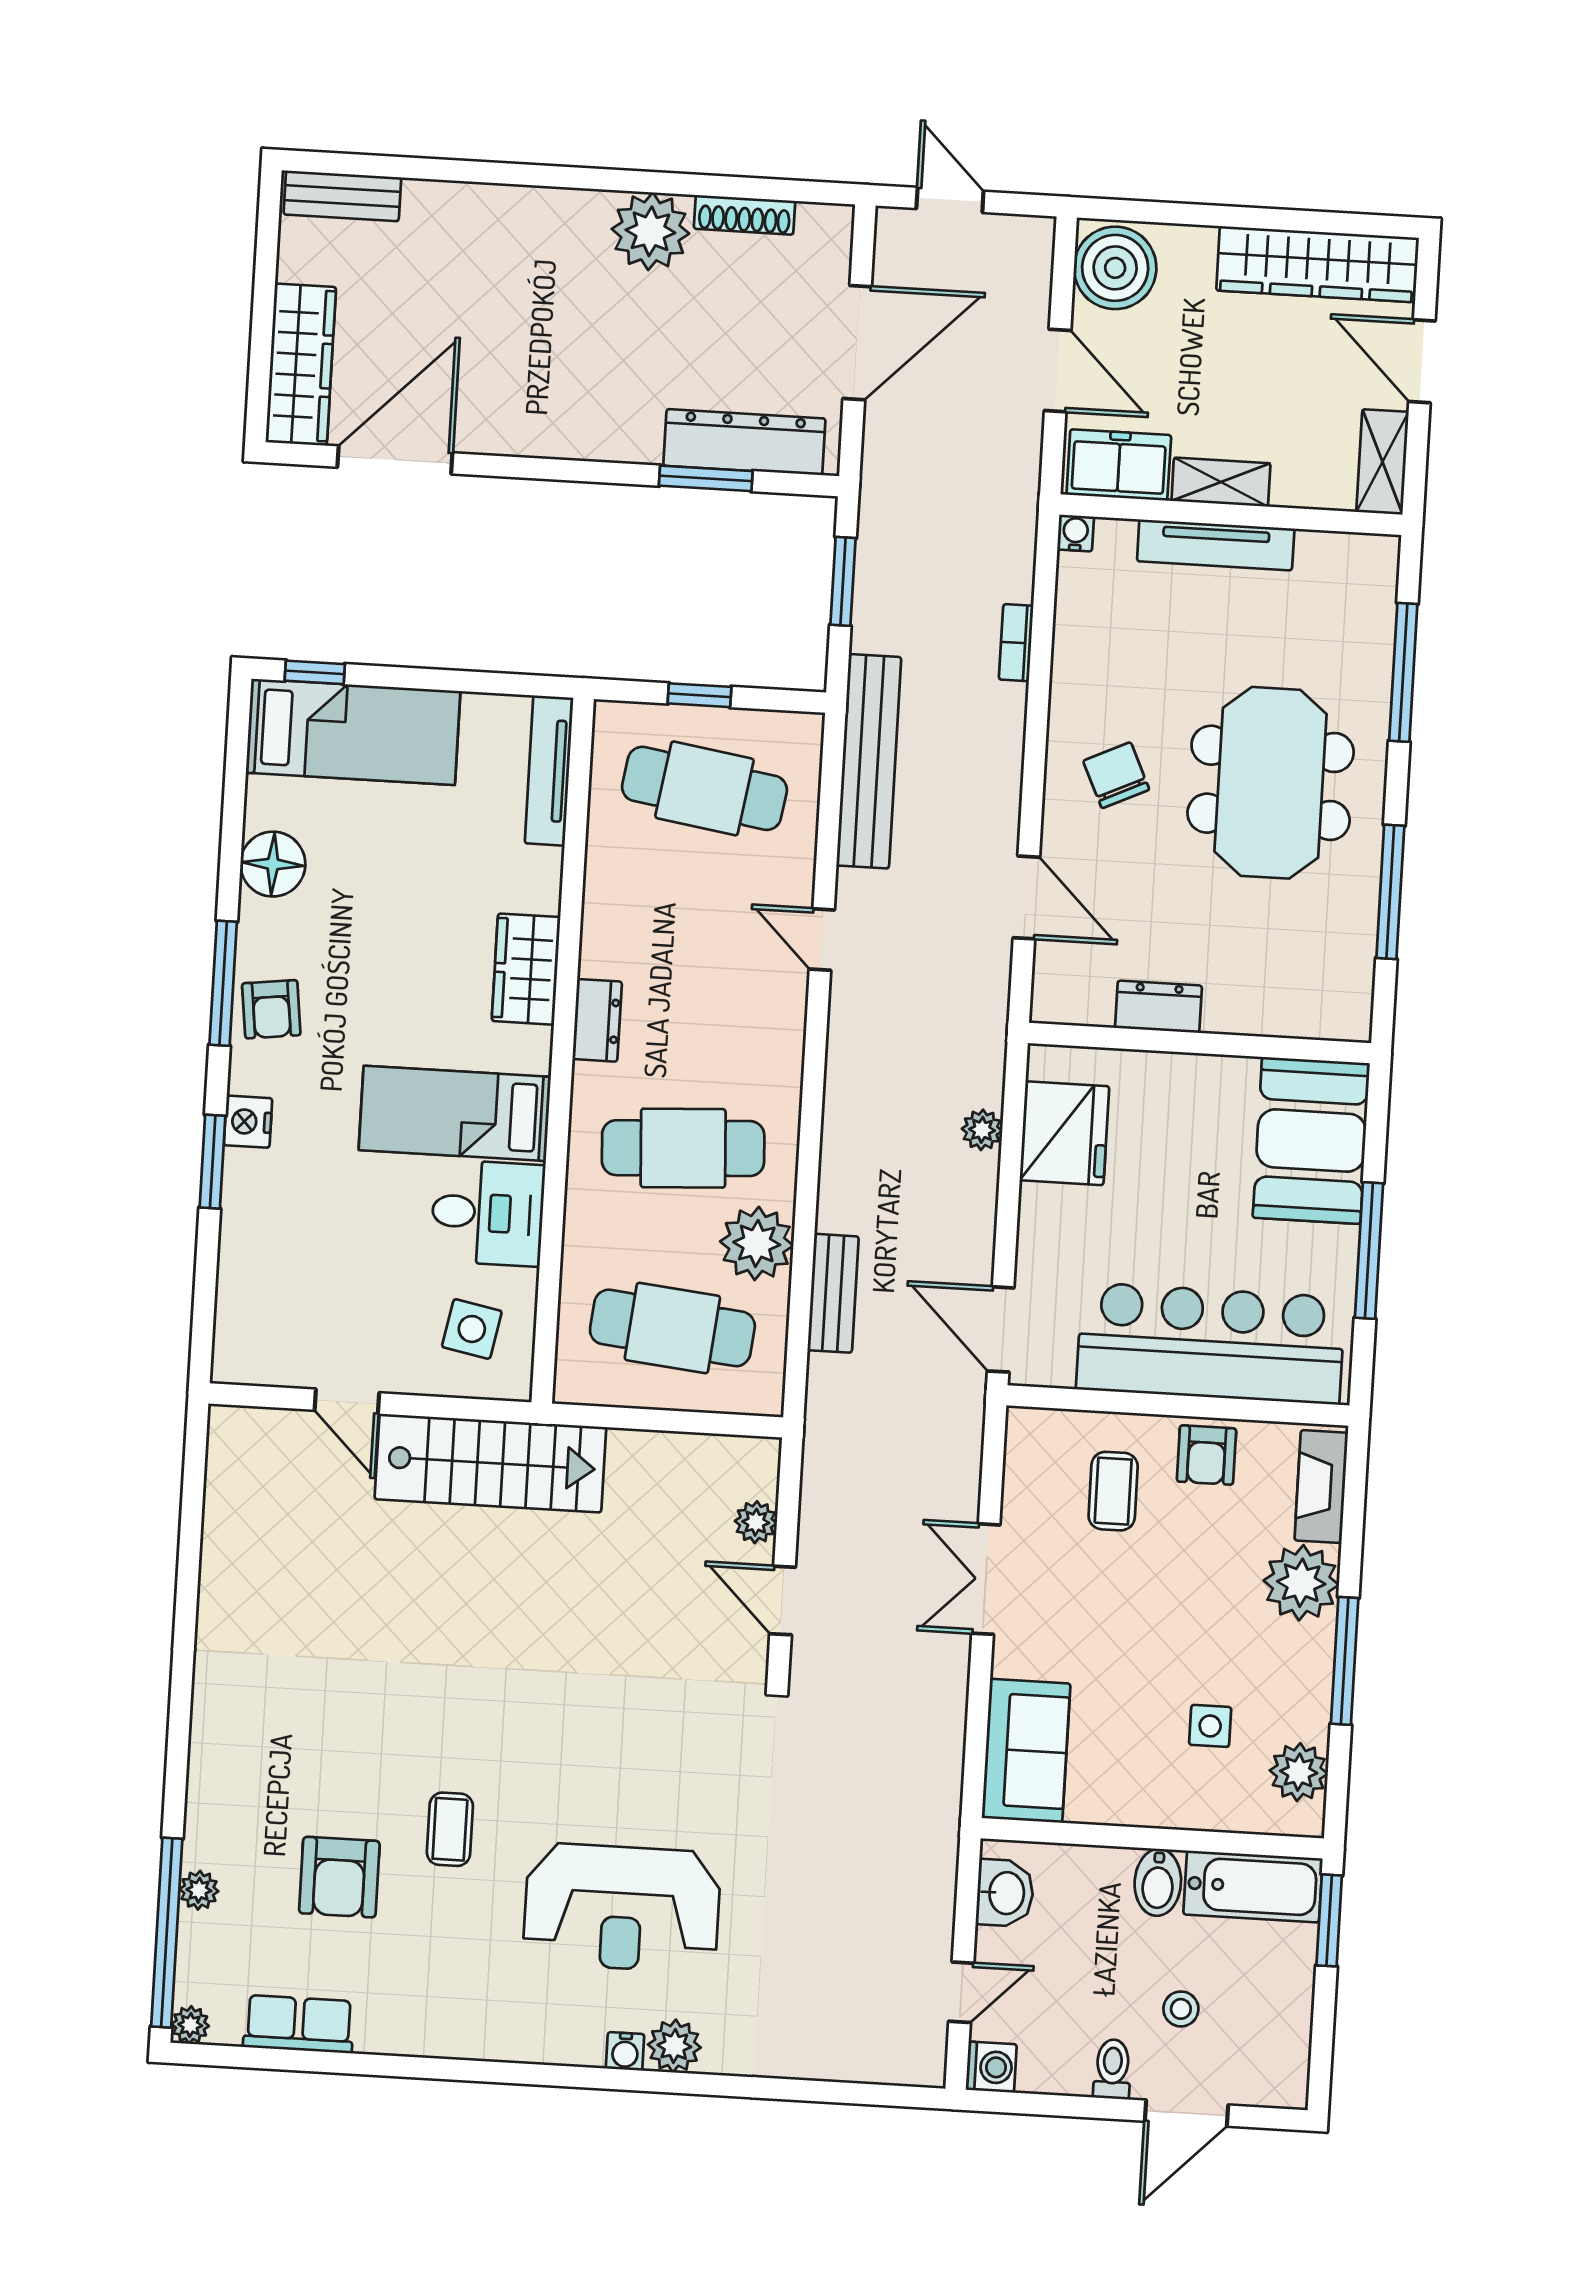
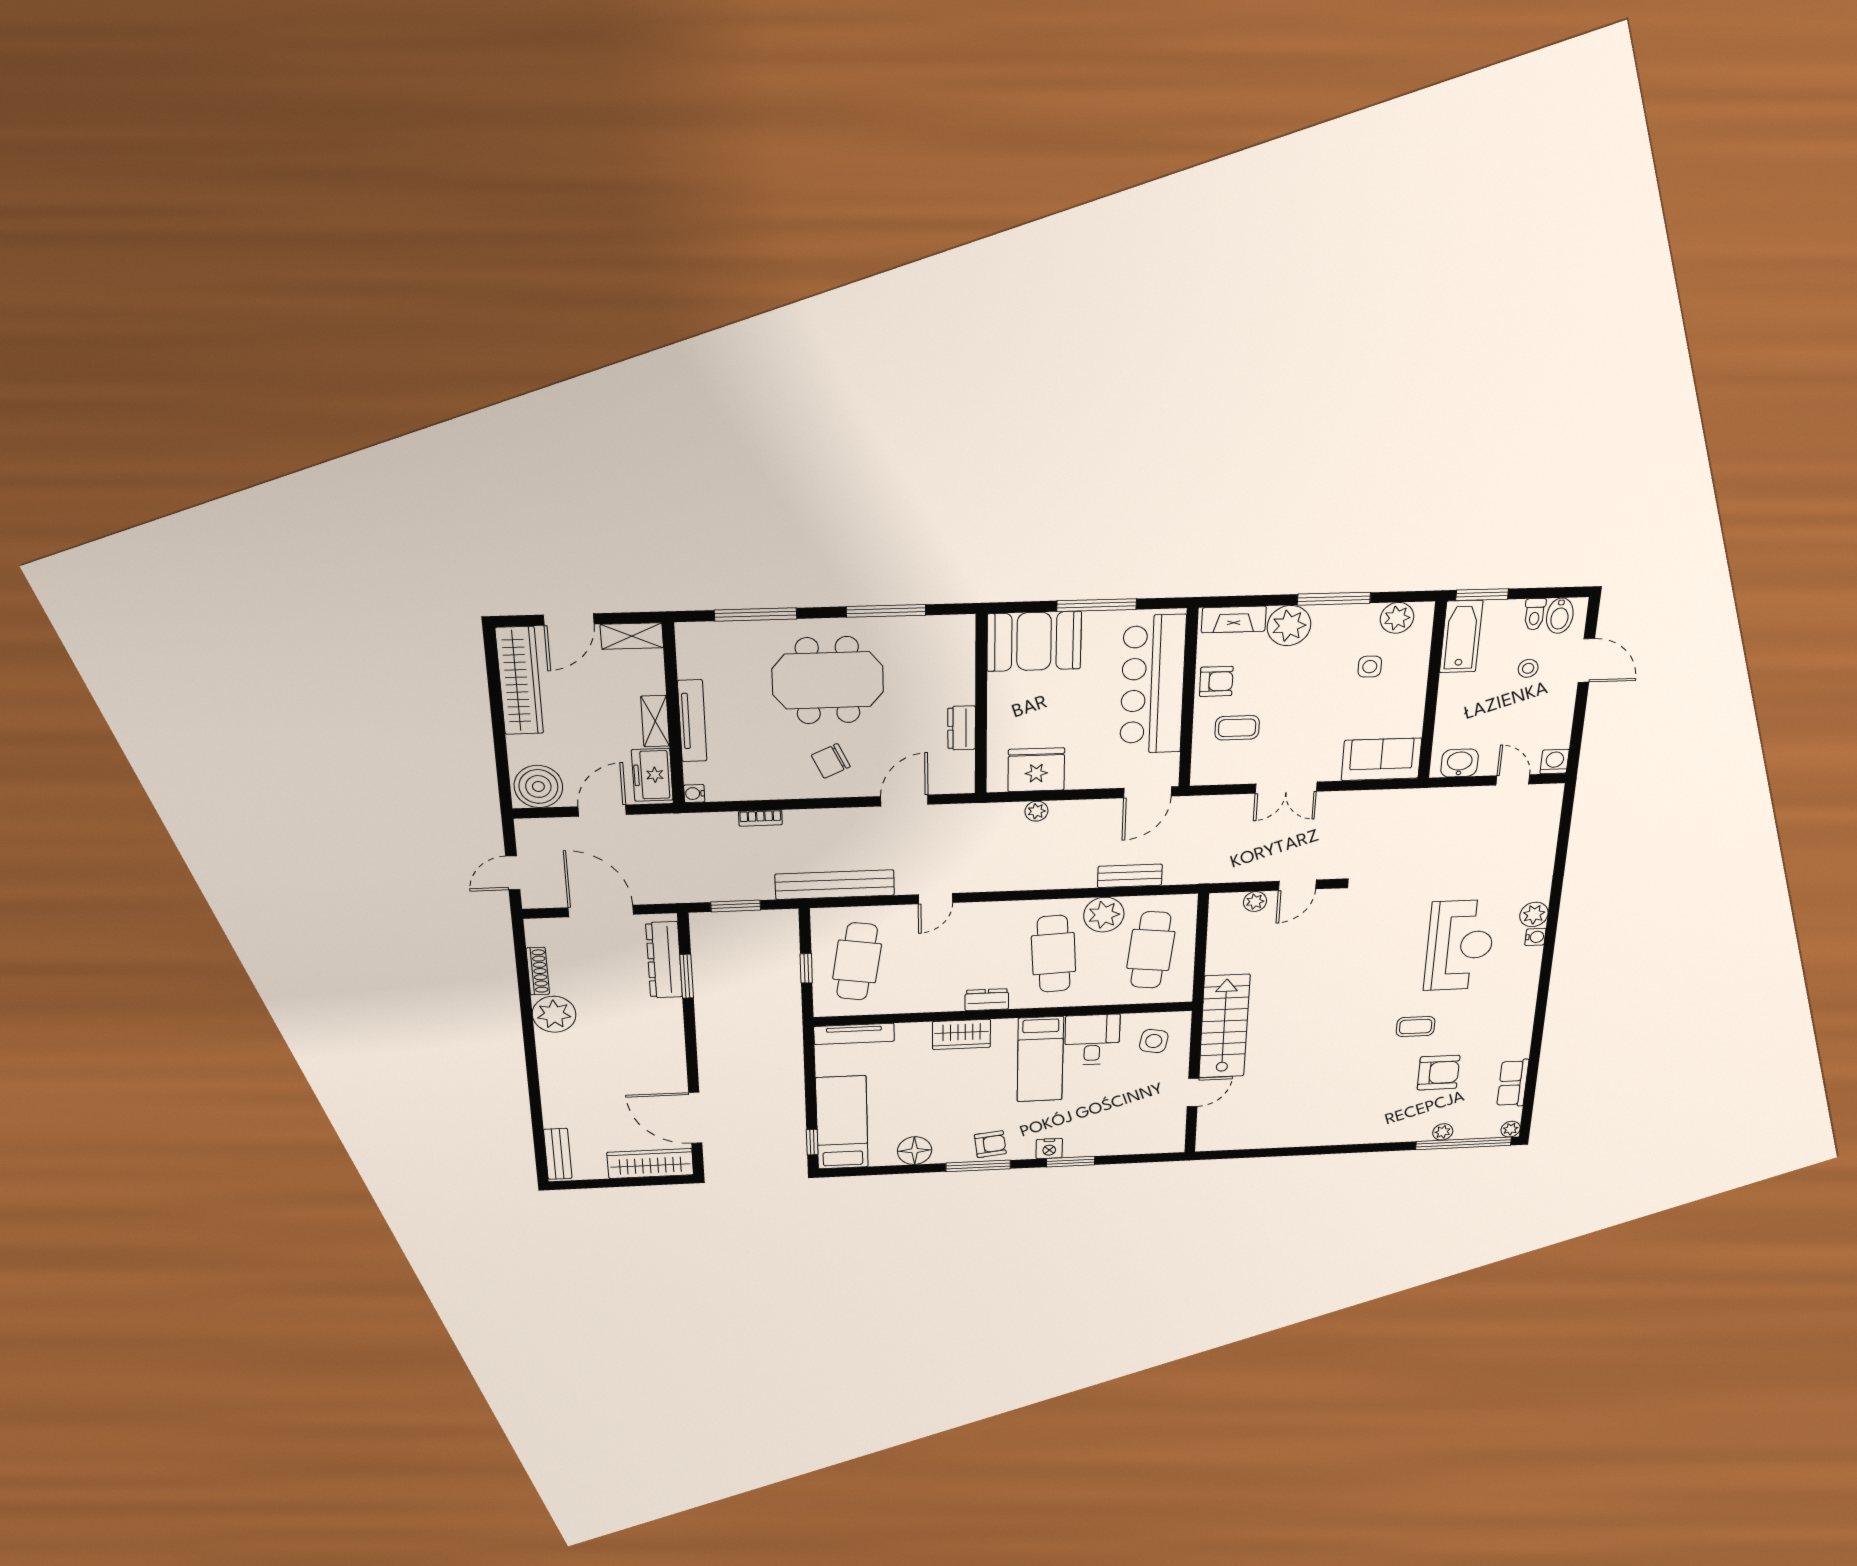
bidet: (1158, 1882) -> (1560, 616), moved, turned 90
toilet: (1112, 2069) -> (1535, 614), moved, turned -90

